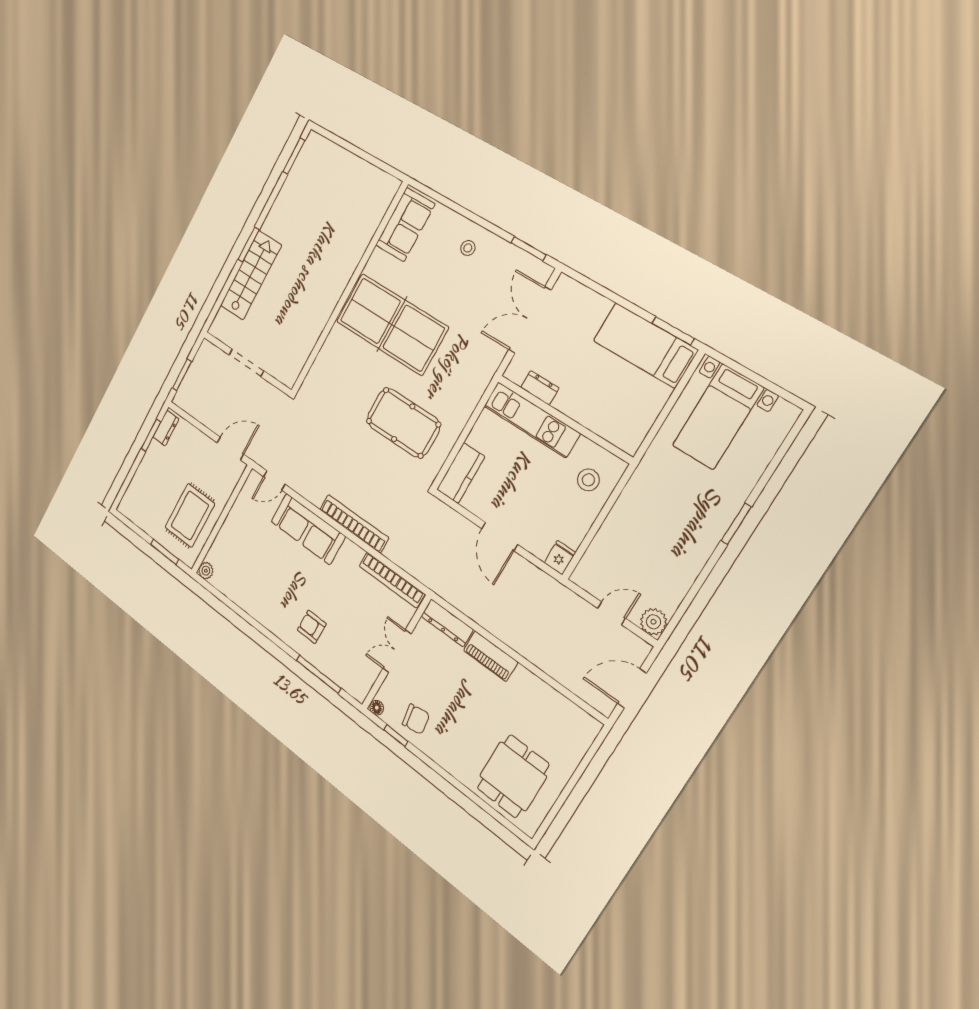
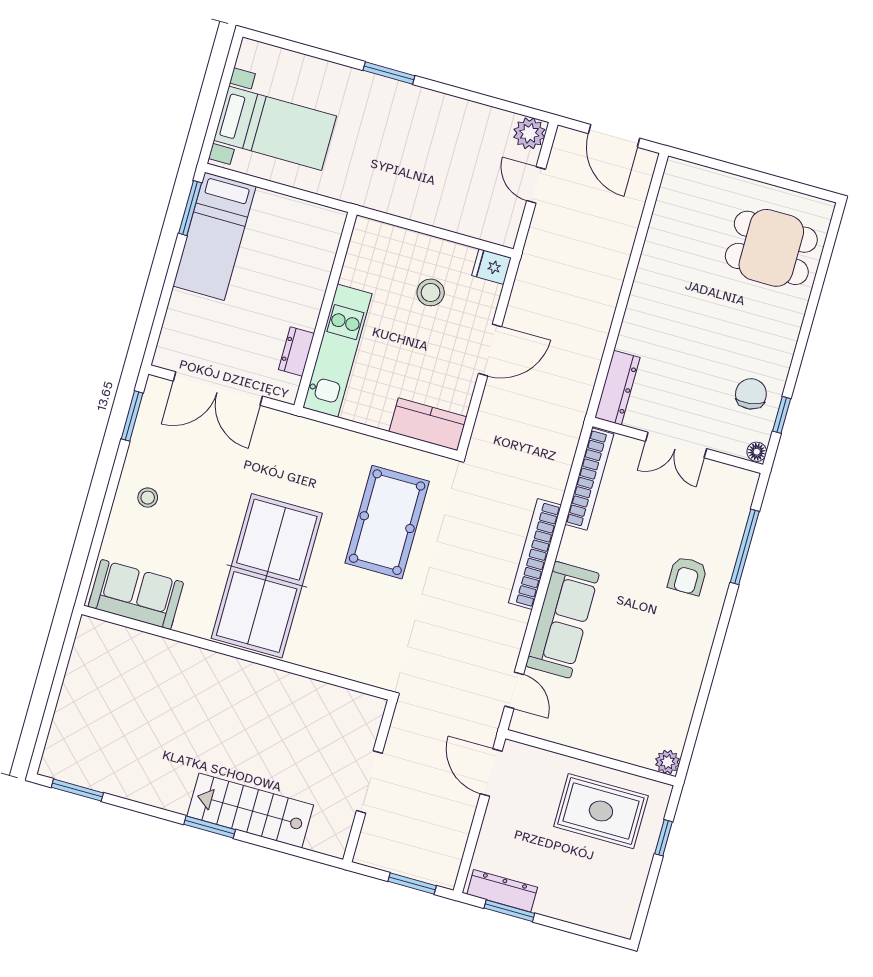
dresser: (166, 428) -> (502, 891), width x1.44
stool: (588, 480) -> (431, 292), moved
window: (165, 552) -> (664, 838), width x0.67
piano: (491, 656) -> (638, 319), removed

